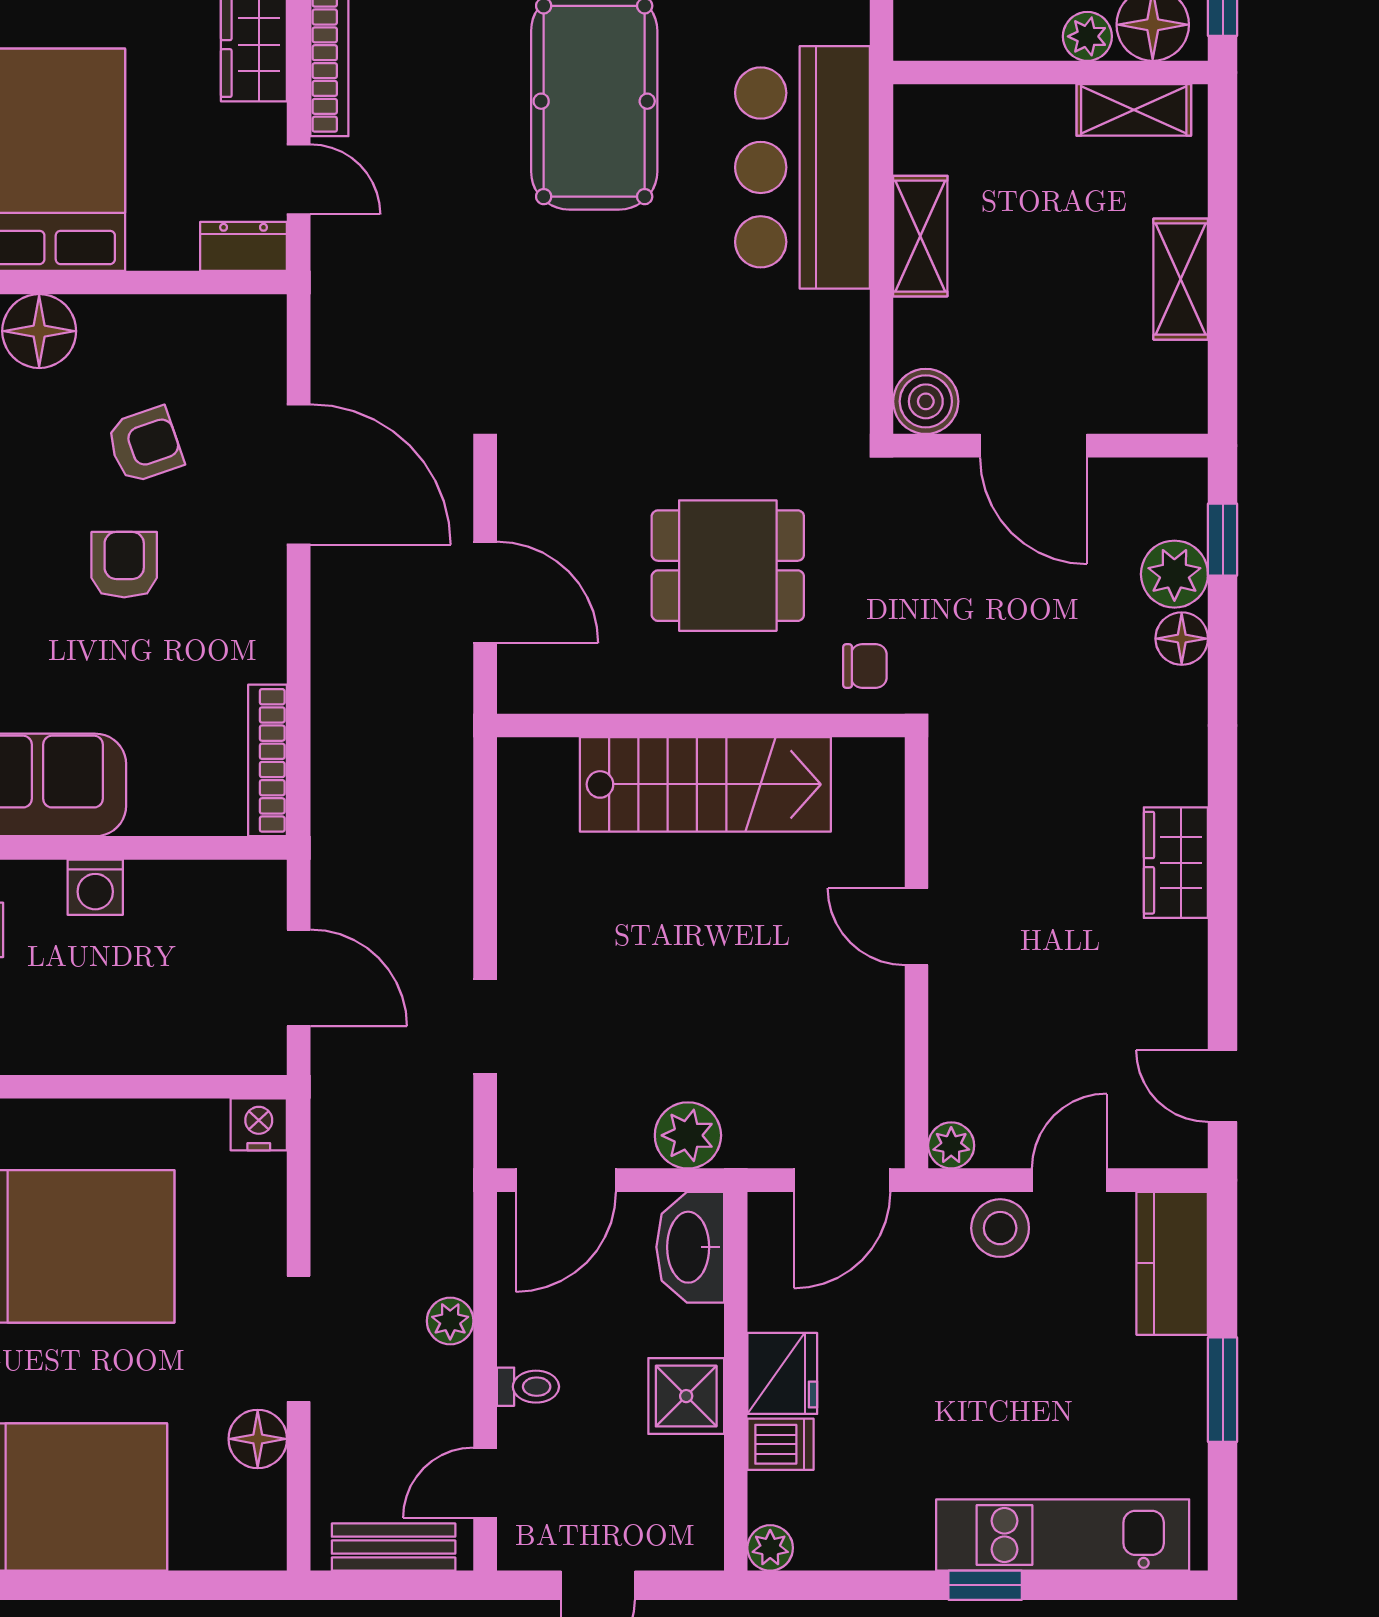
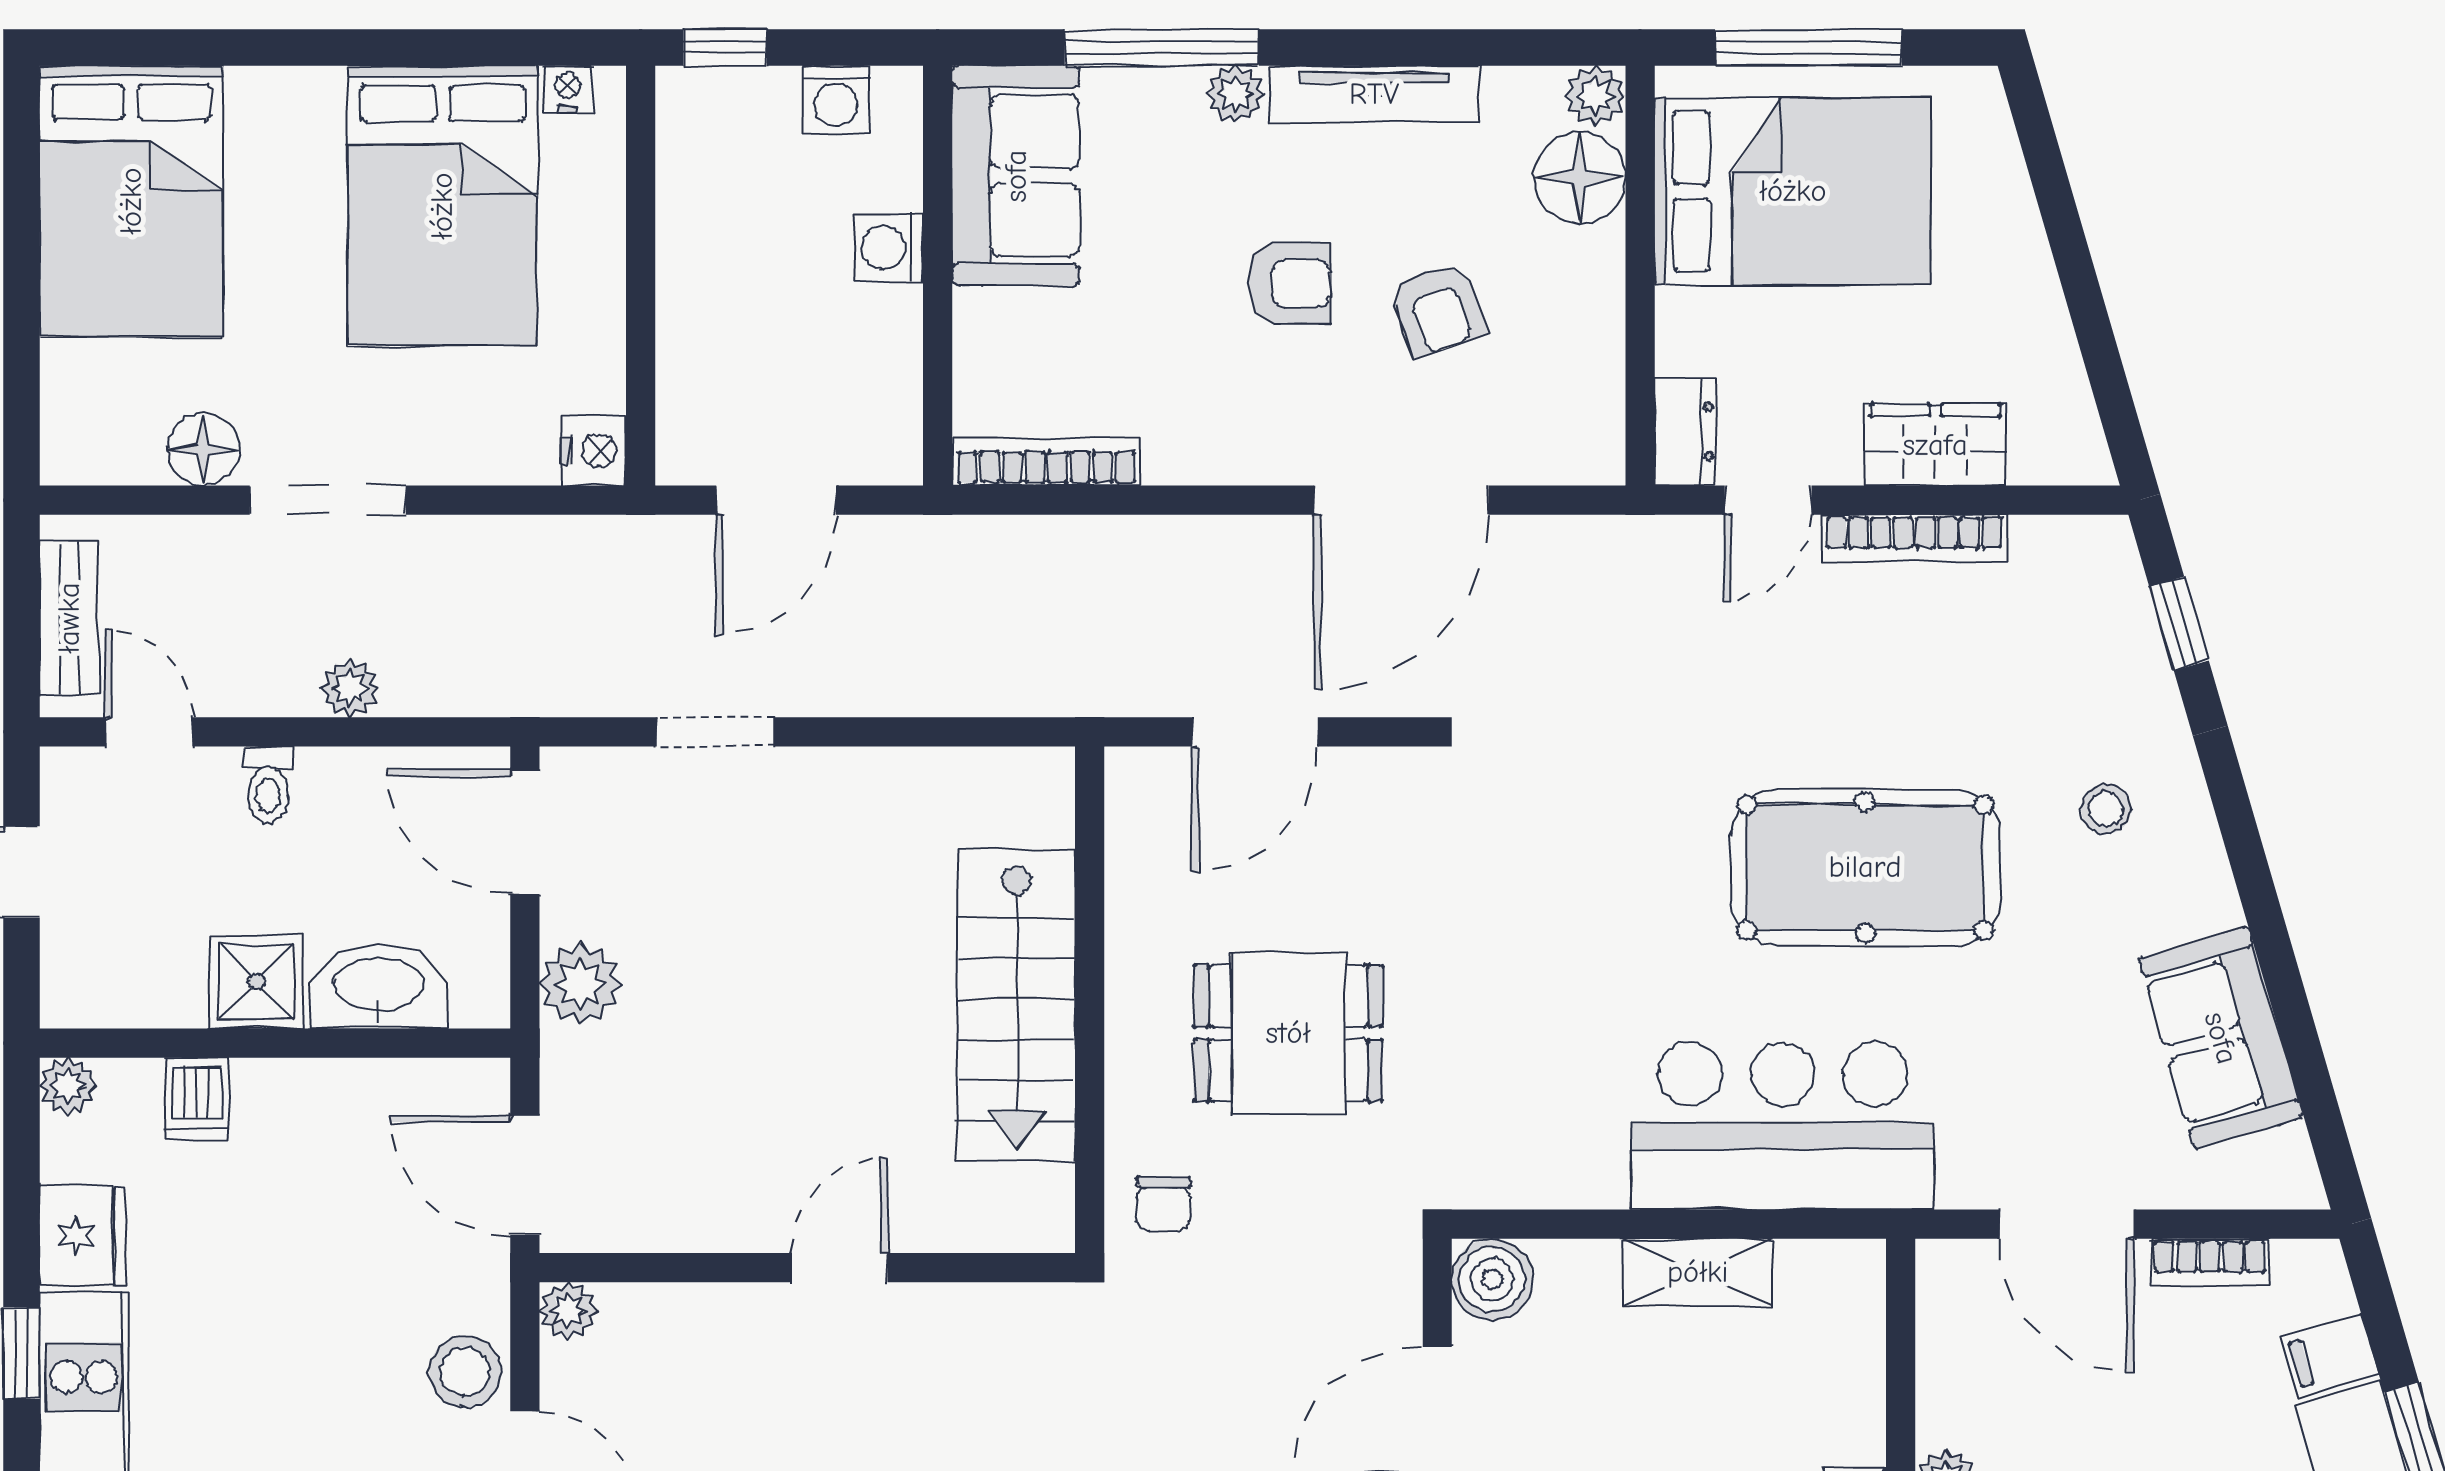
dining table: (728, 566) -> (1288, 1033), turned 90
washbasin: (690, 1247) -> (378, 987), moved
fridge: (782, 1373) -> (83, 1236), moved, turned -90

